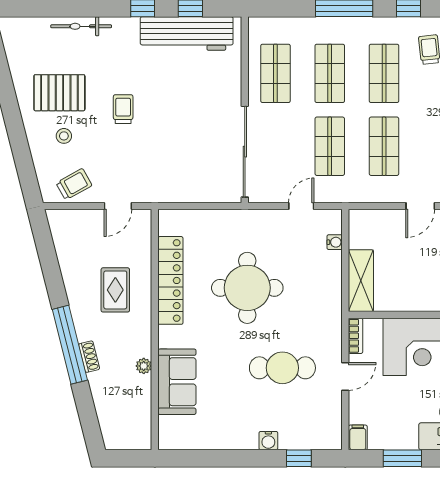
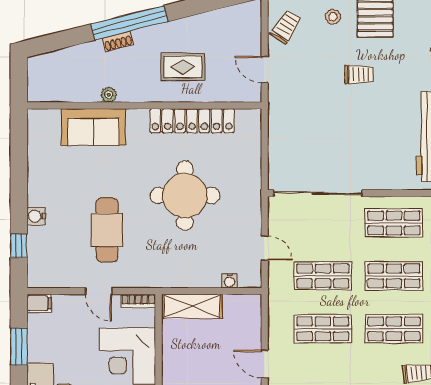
trolley: (74, 184) -> (286, 27), turned -118

